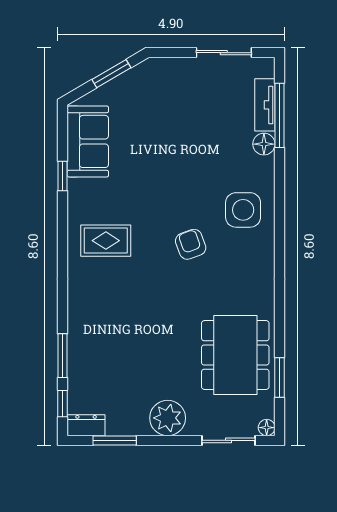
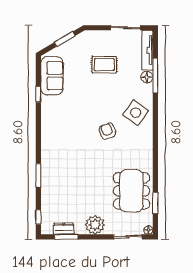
tv unit: (265, 105) -> (147, 50), width x1.41
window: (280, 115) -> (155, 76), moved
side table: (243, 210) -> (136, 113), turned 36
rug: (106, 241) -> (104, 65), moved
window: (63, 356) -> (38, 175), moved
dresser: (86, 425) -> (64, 229), moved

